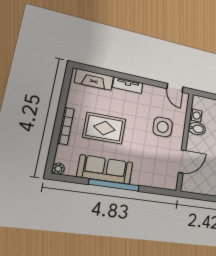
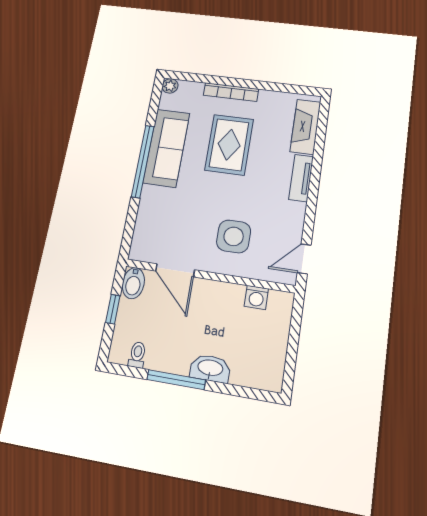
bidet: (197, 129) -> (133, 283), moved
window: (204, 197) -> (113, 309), added

